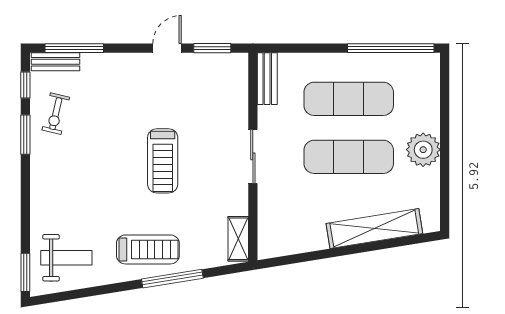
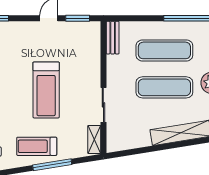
sliding door: (253, 156) -> (103, 105), moved
treadmill: (163, 161) -> (46, 90), width x1.37, depth x1.38
treadmill: (148, 249) -> (37, 146), turned 180

